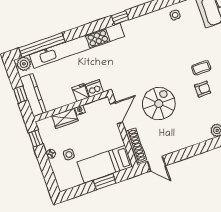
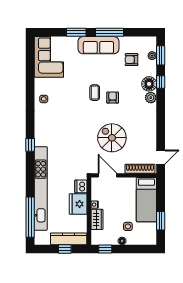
plant: (24, 64) -> (40, 237), removed
fridge: (80, 93) -> (78, 204), width x1.88, depth x1.34
window: (105, 182) -> (161, 221), moved

